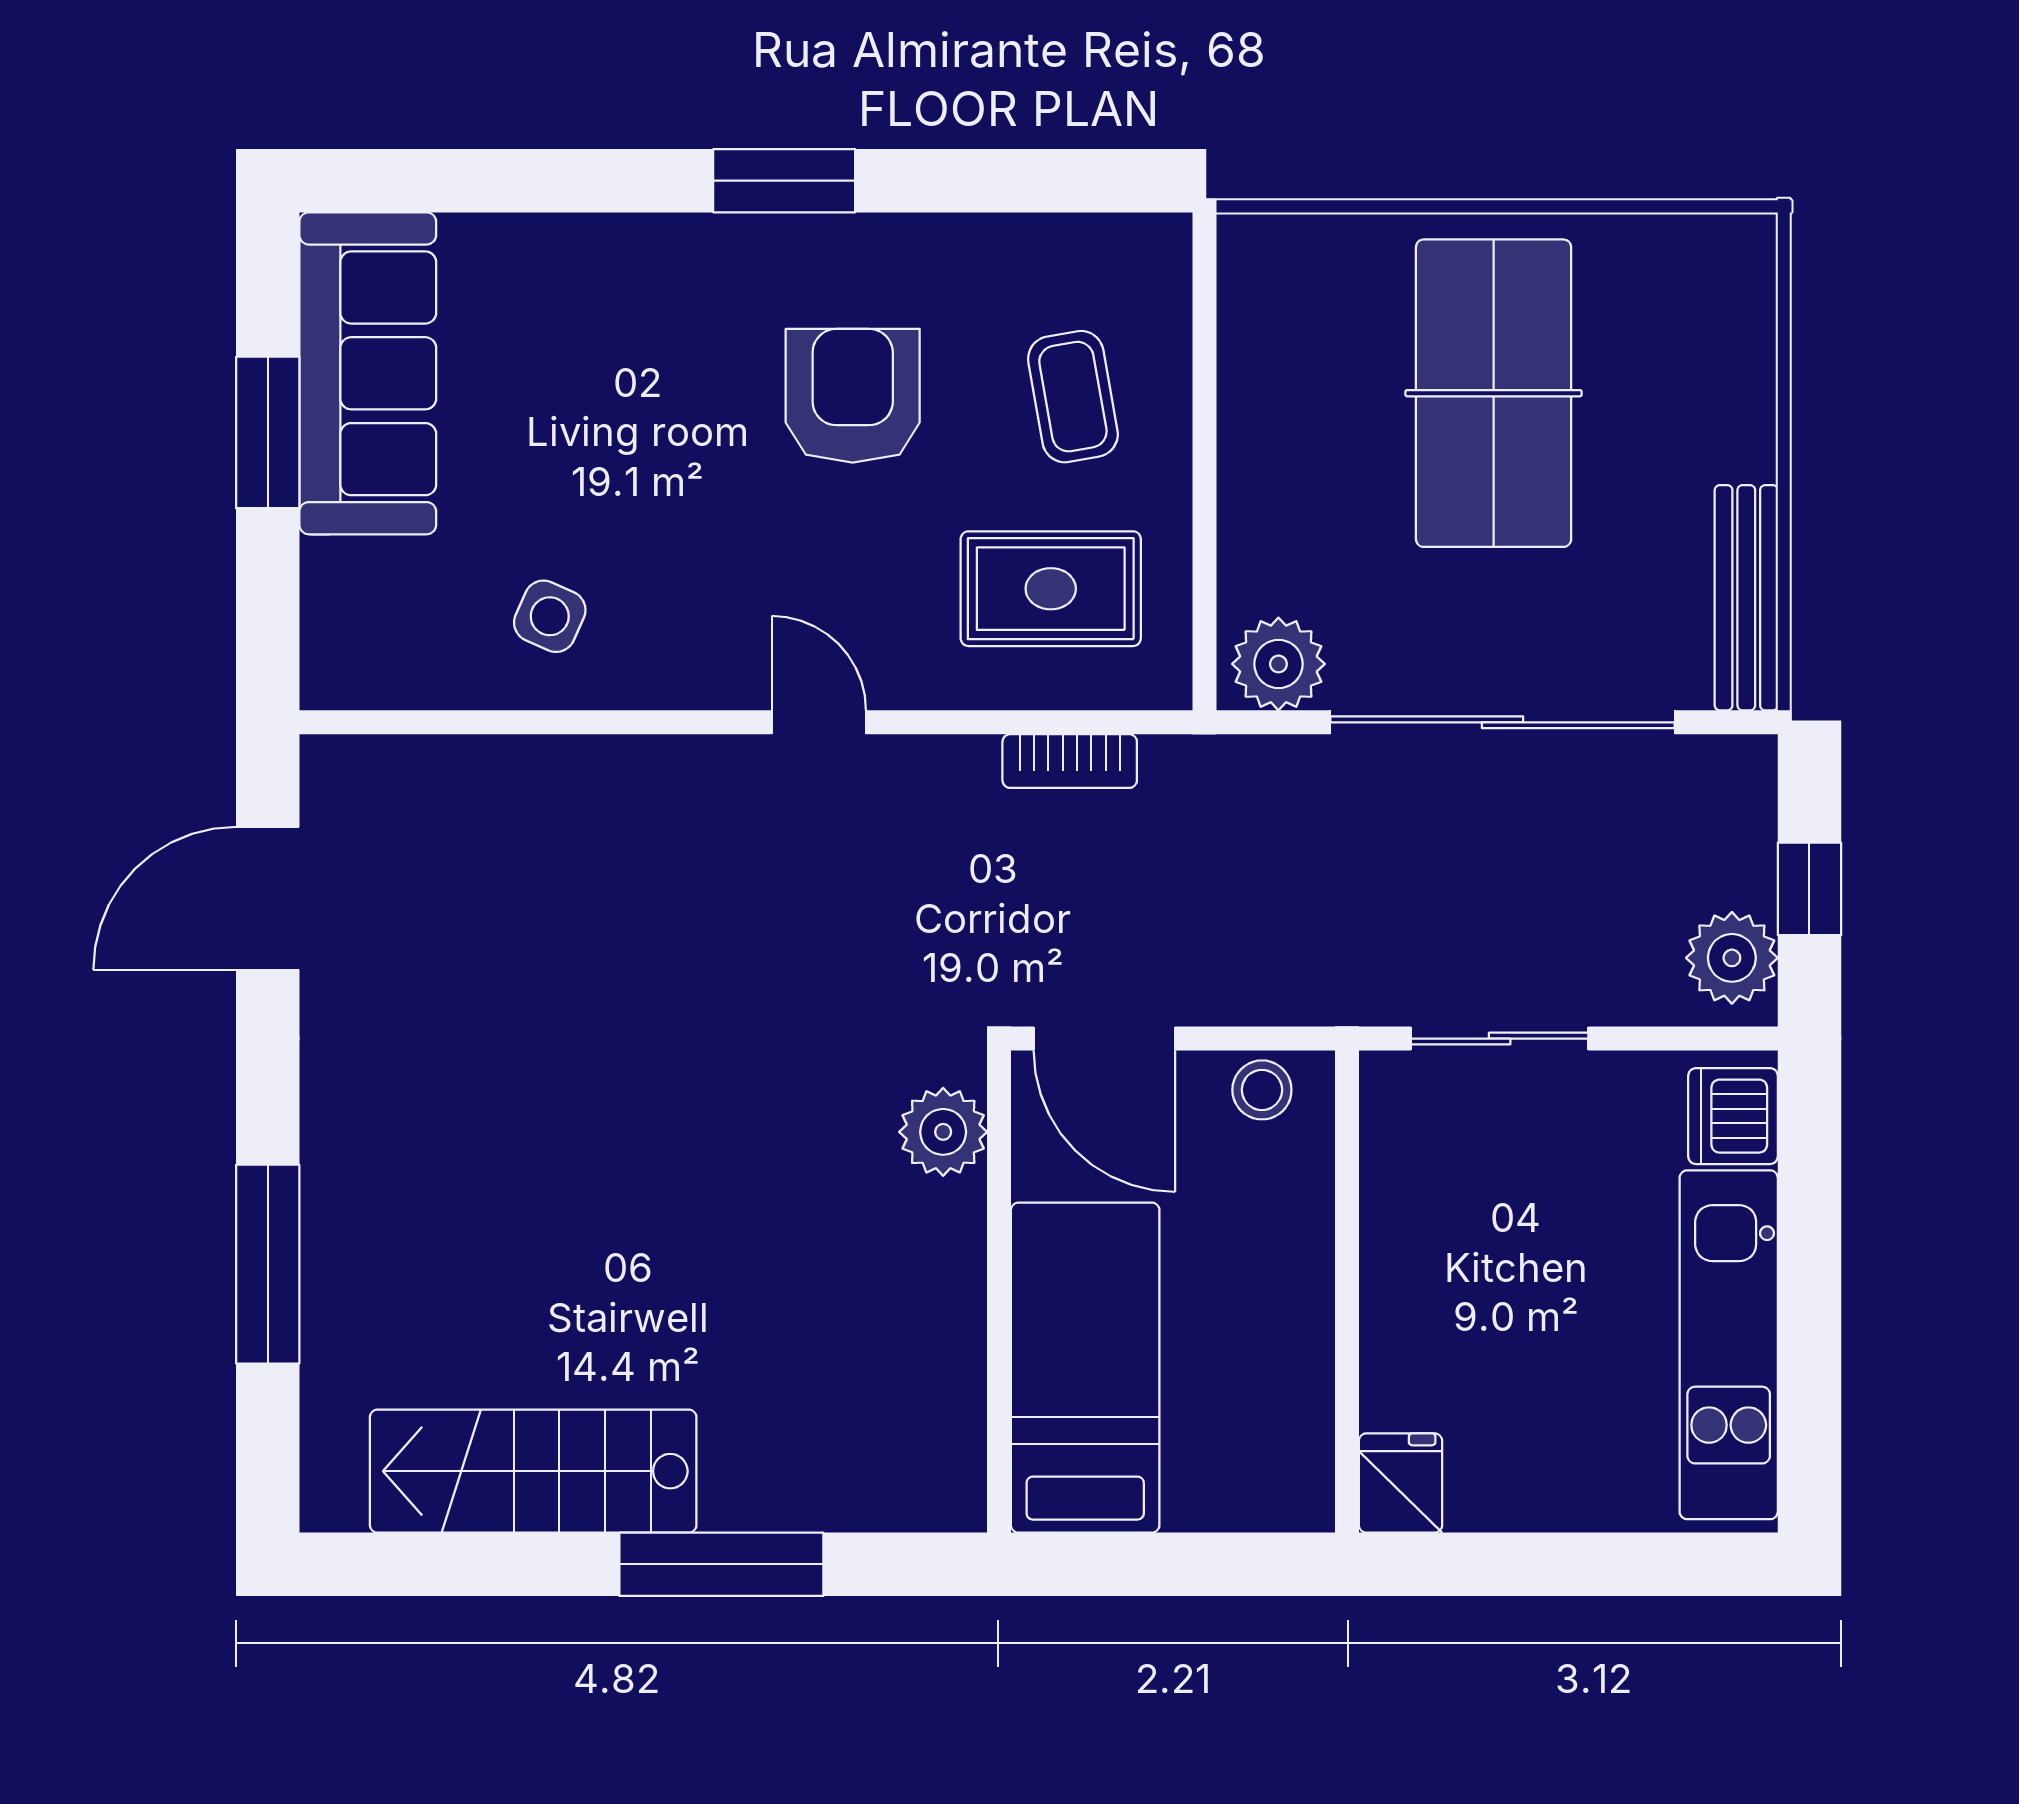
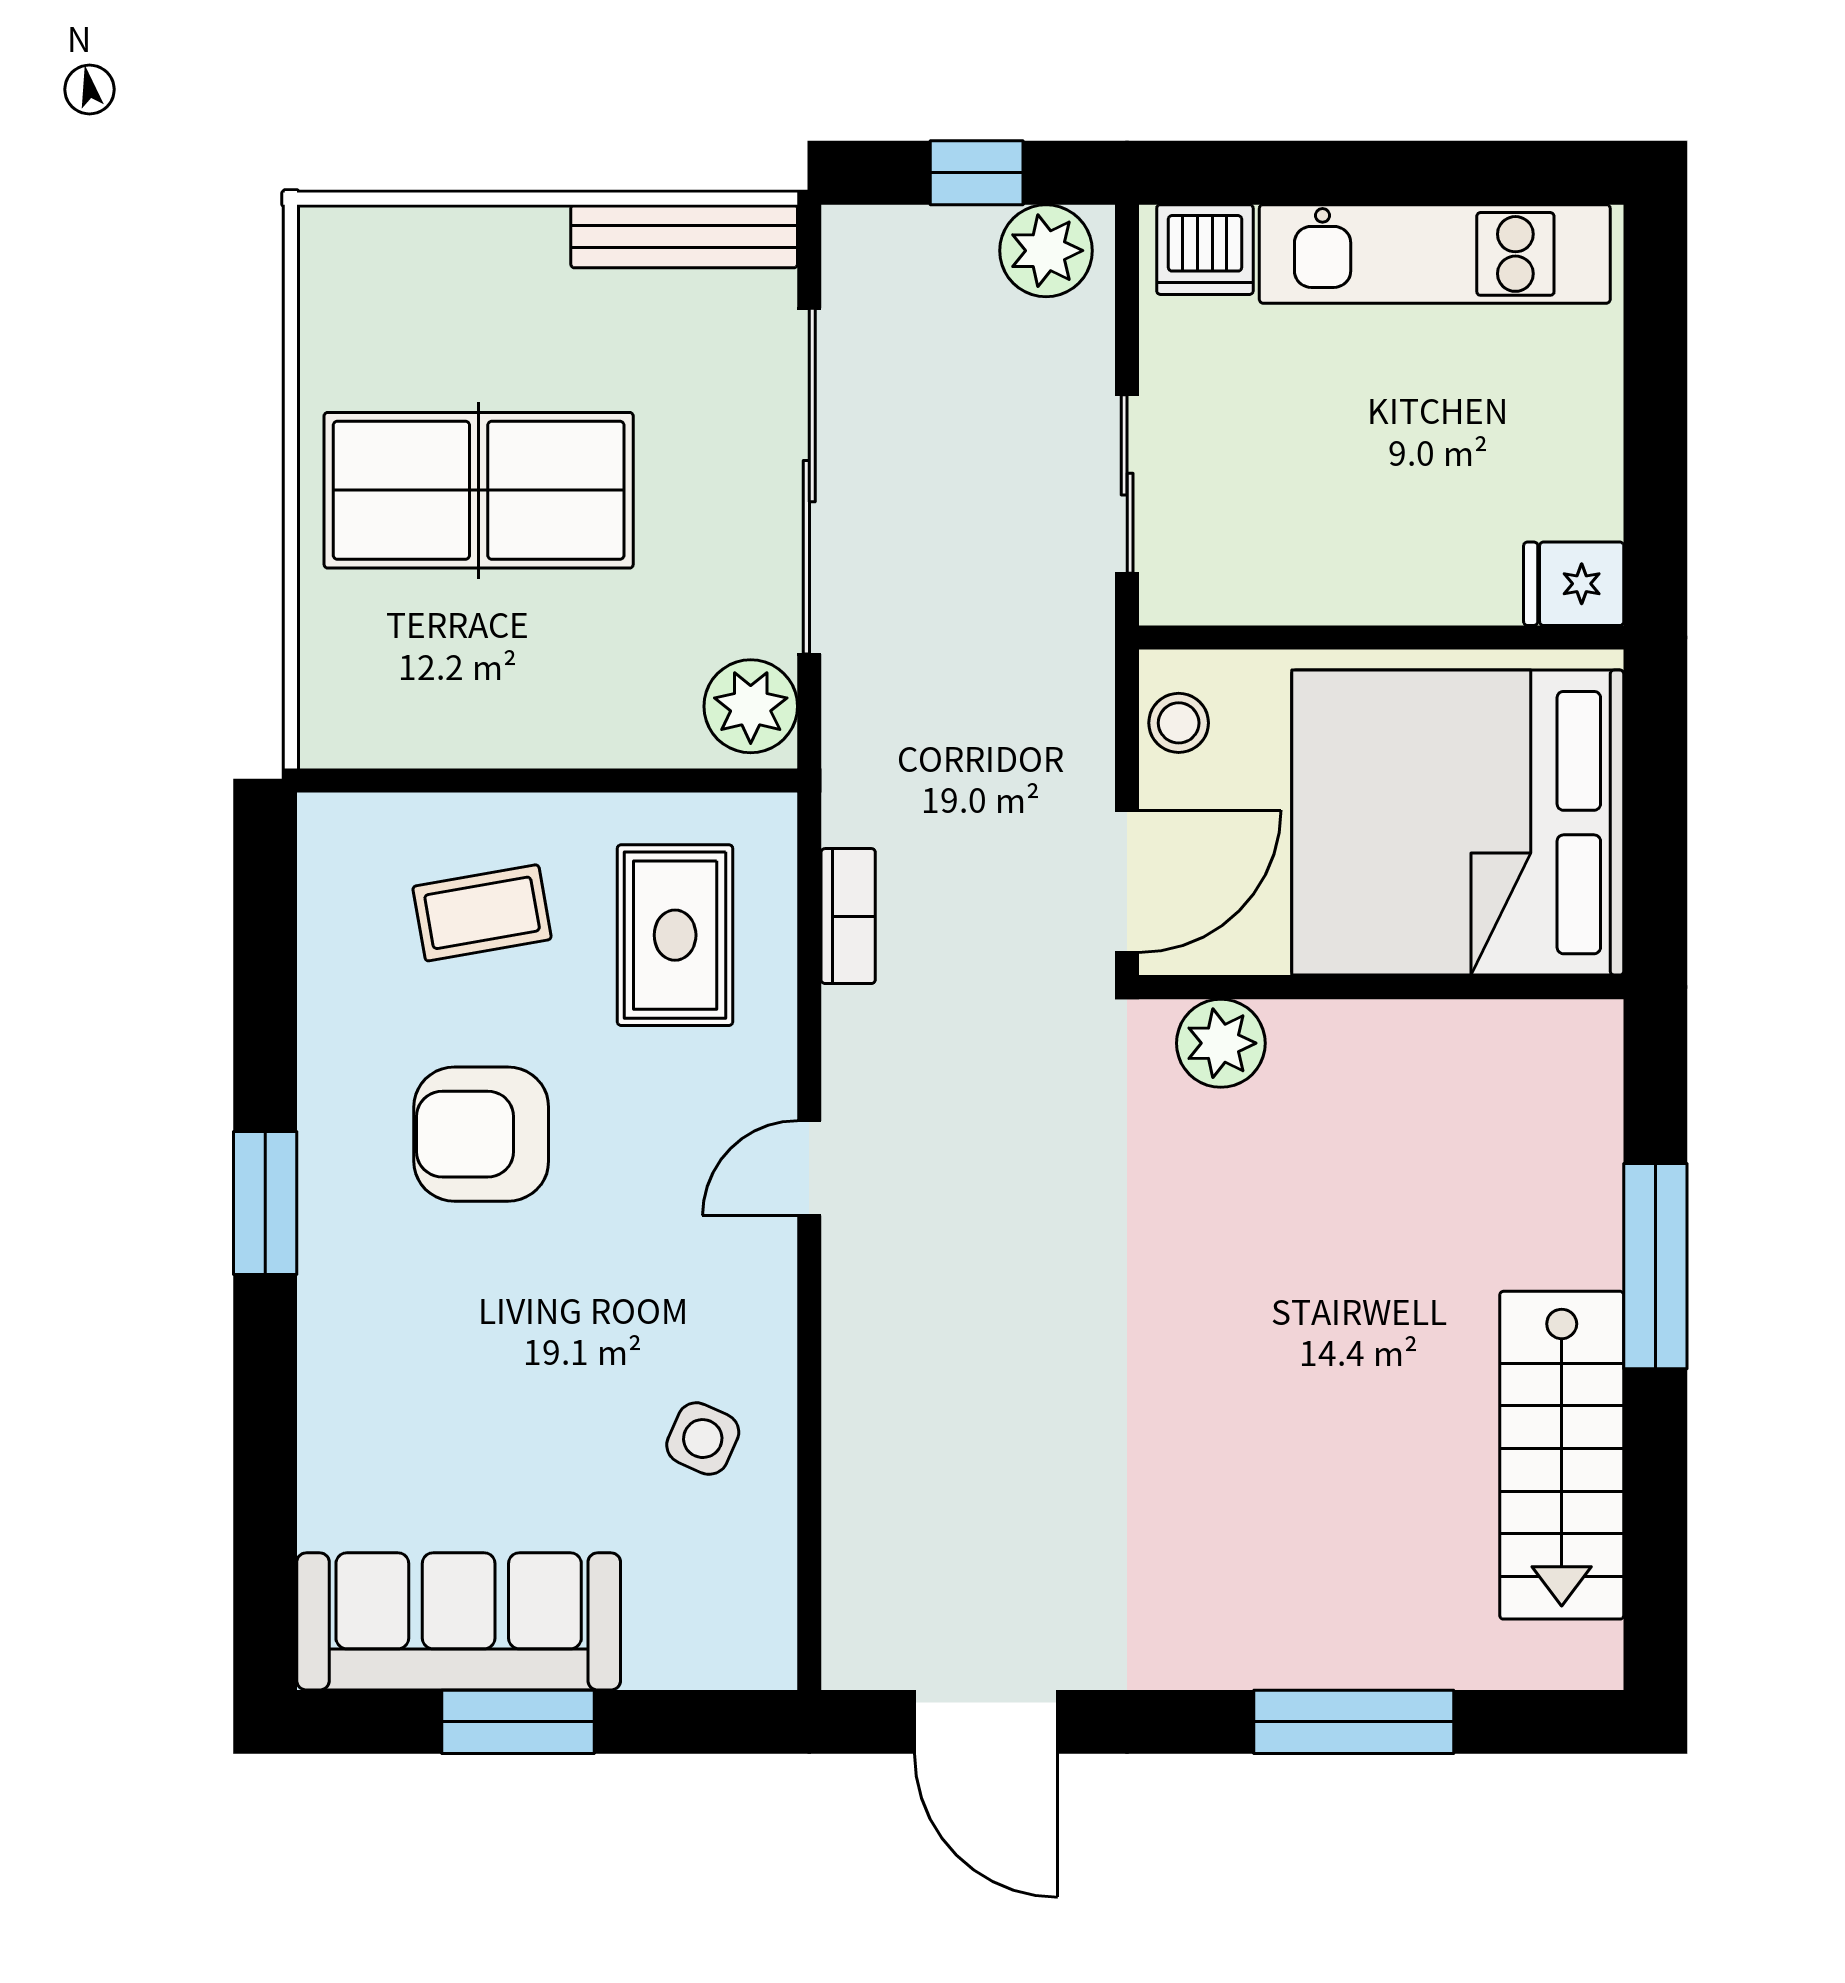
bed: (1085, 1368) -> (1458, 823), width x2.04

